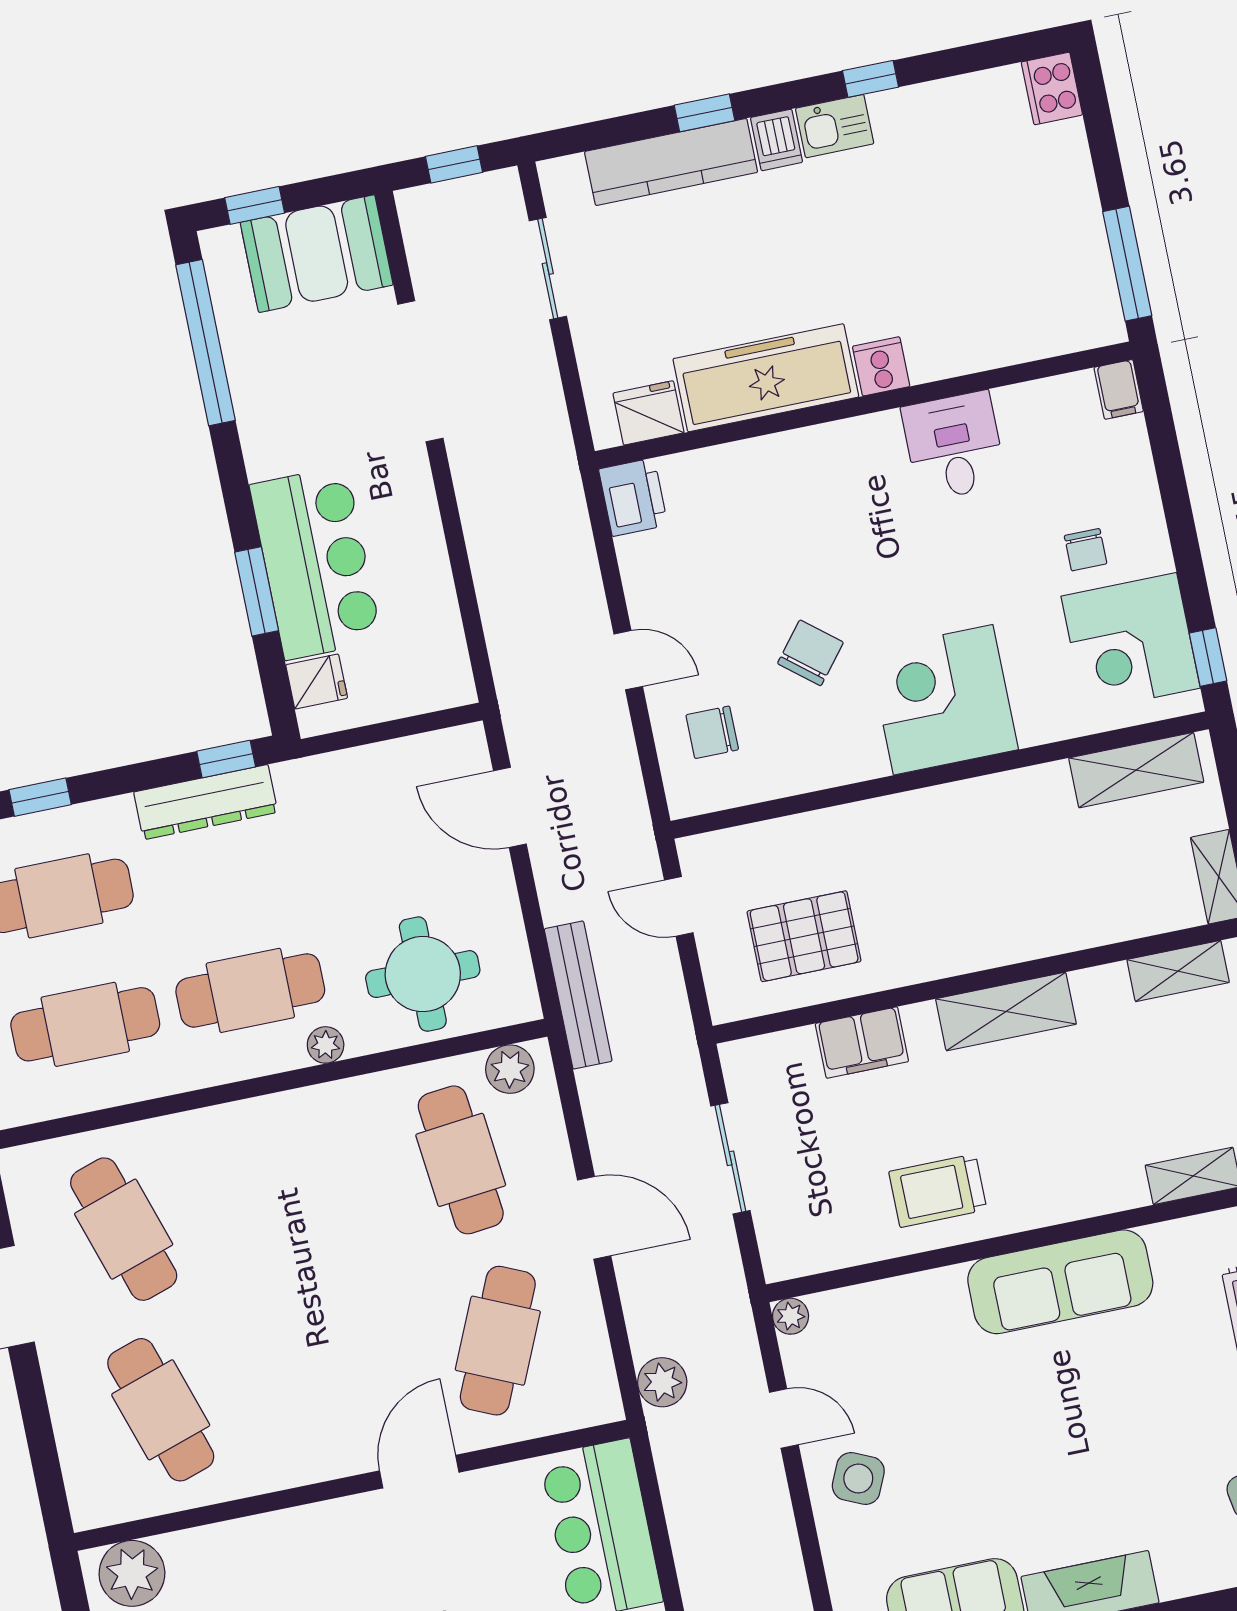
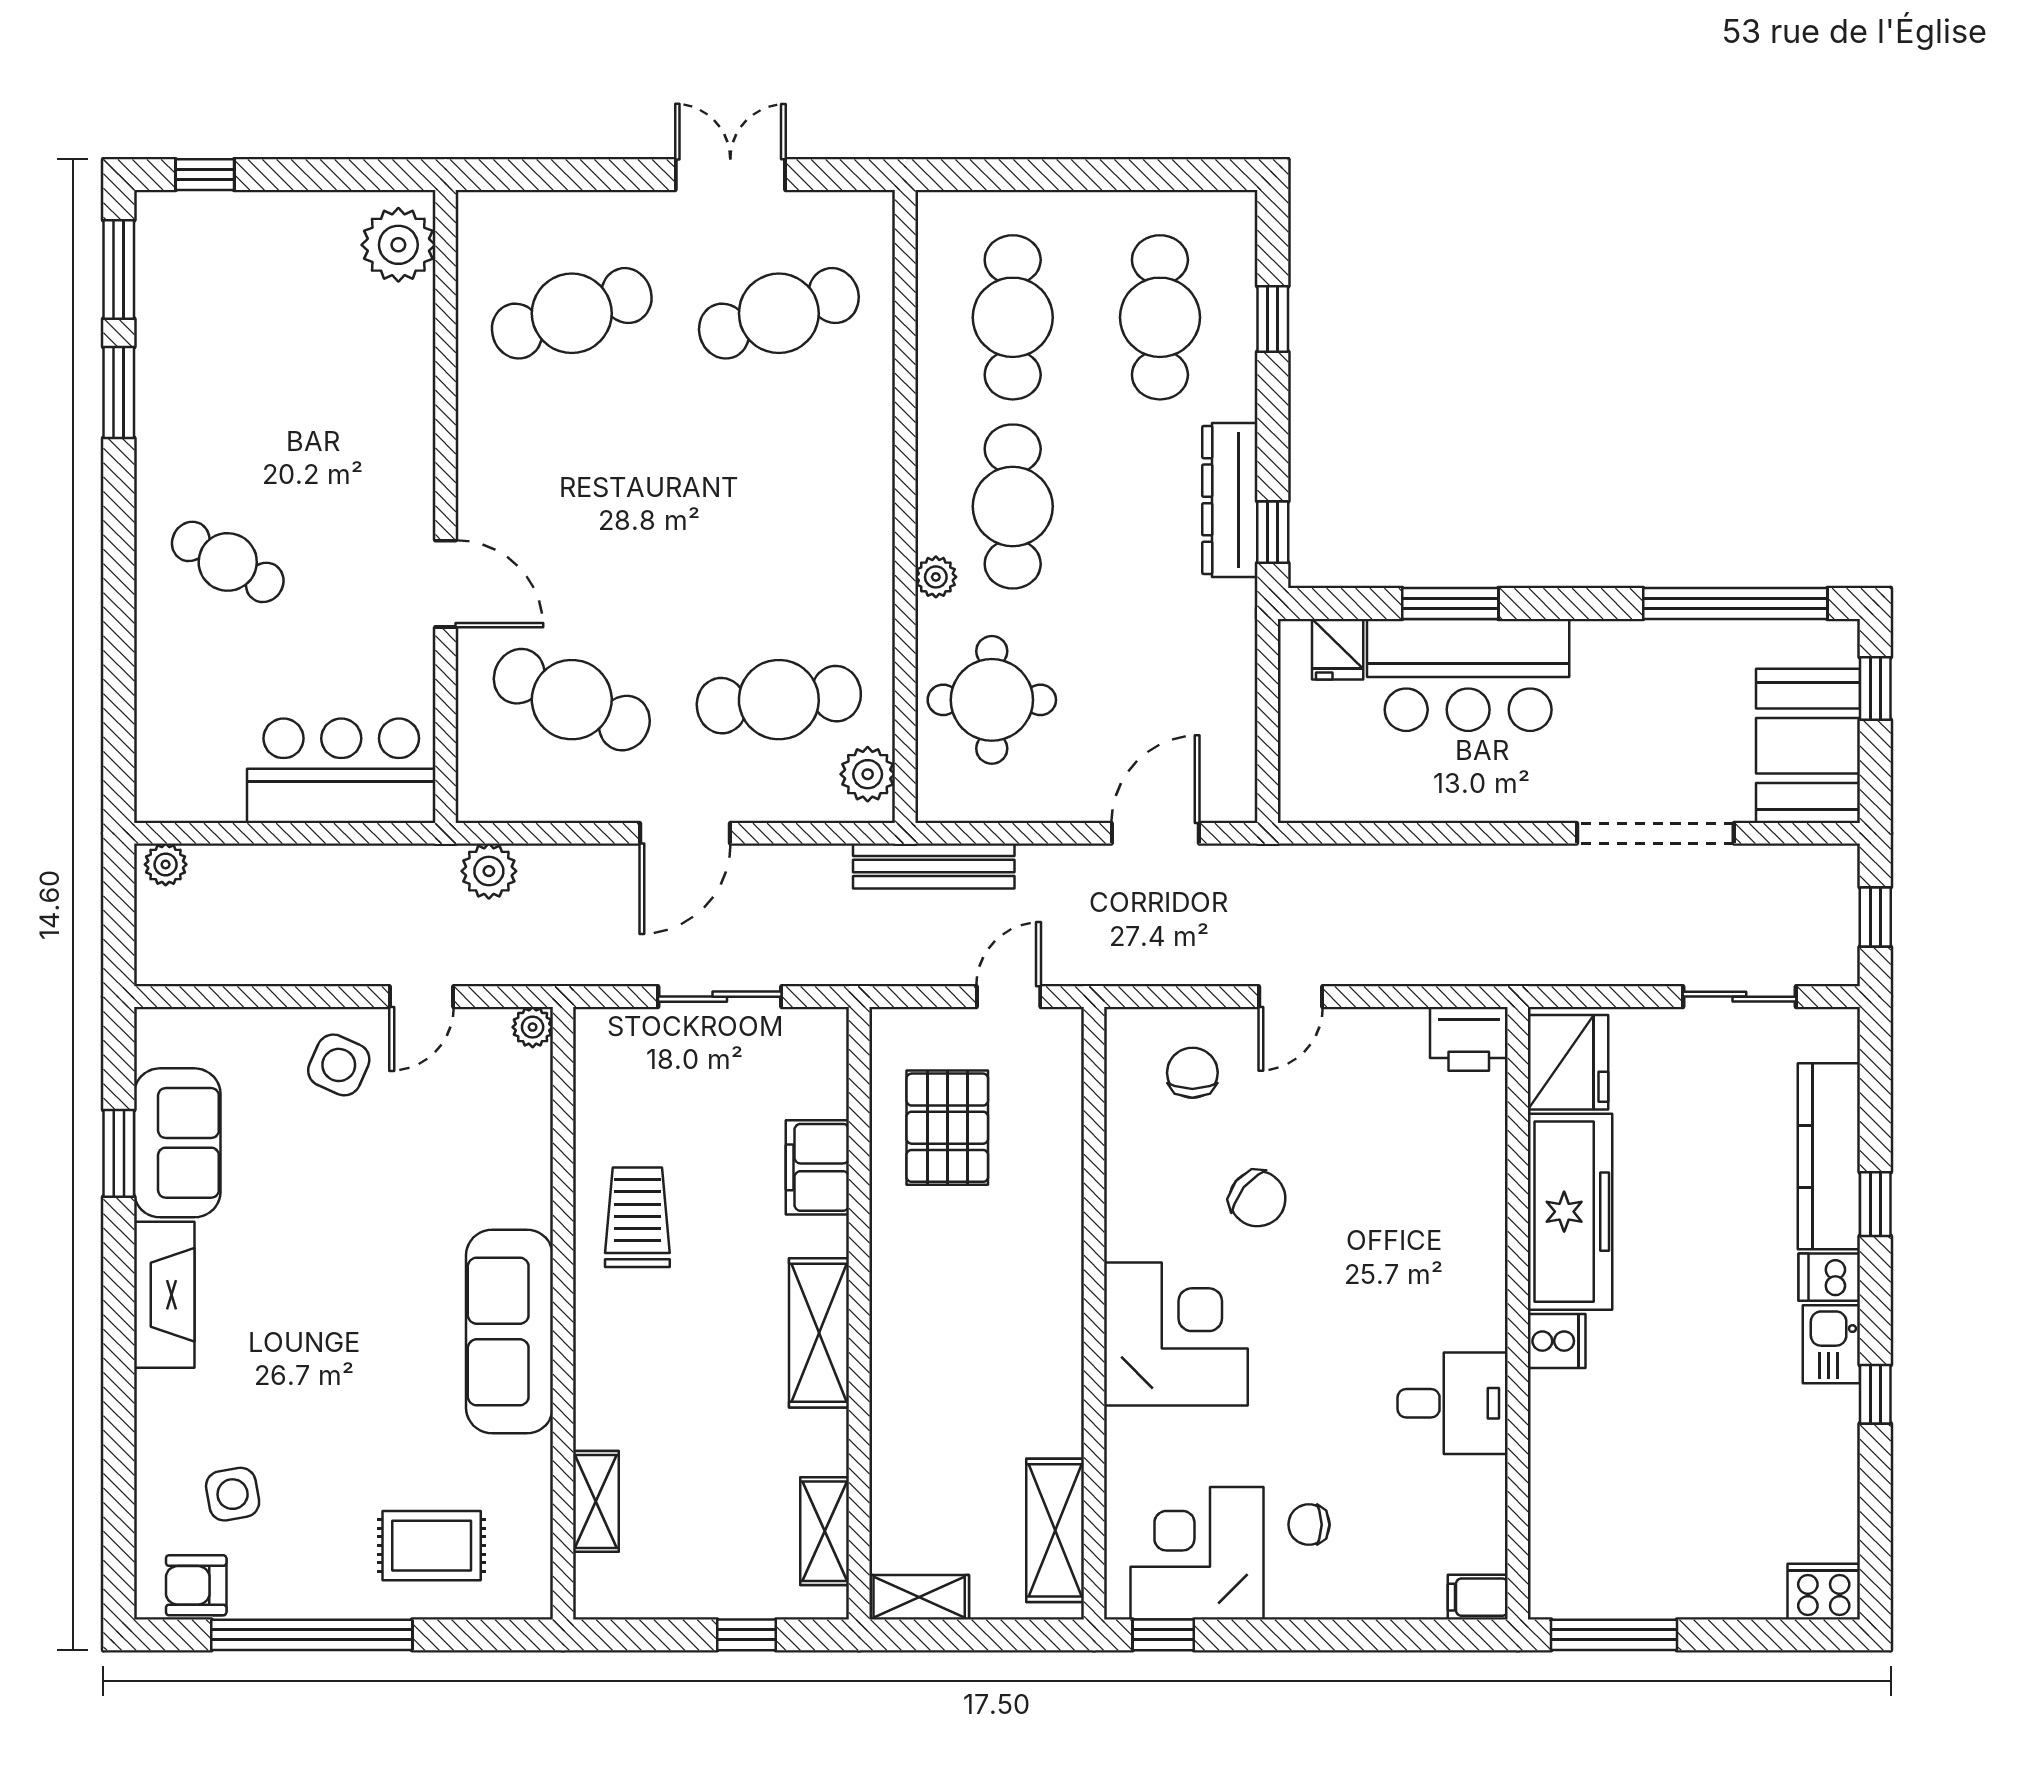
fridge: (648, 413) -> (1568, 1062), width x1.36, depth x1.34

